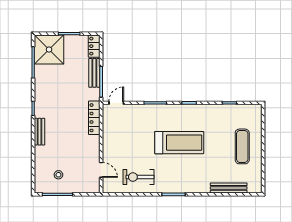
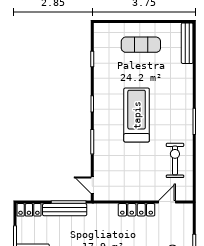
bench: (94, 73) -> (65, 210), width x1.36
locker: (94, 118) -> (137, 210), moved
exercise bike: (138, 177) -> (175, 160), turned 180
bench: (229, 188) -> (187, 43), moved

